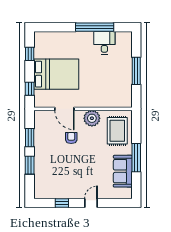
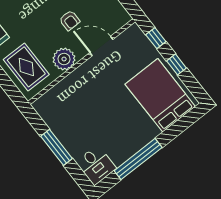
desk: (104, 43) -> (96, 165), moved
window: (30, 54) -> (177, 64), moved
bed: (56, 74) -> (160, 95), moved, turned 90

